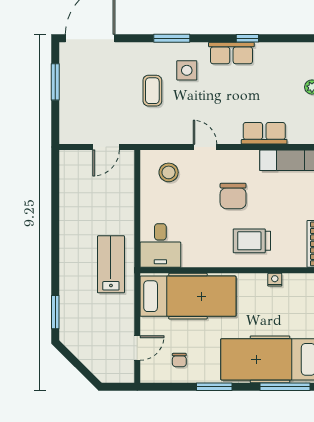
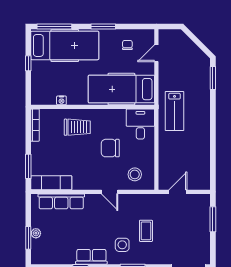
window: (55, 82) -> (213, 219), moved
row of seats: (264, 133) -> (61, 201), width x1.48
chair: (233, 196) -> (110, 148), moved, turned -90

